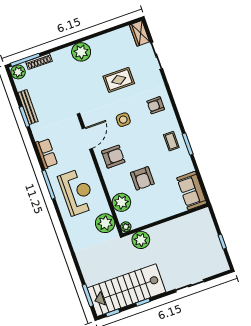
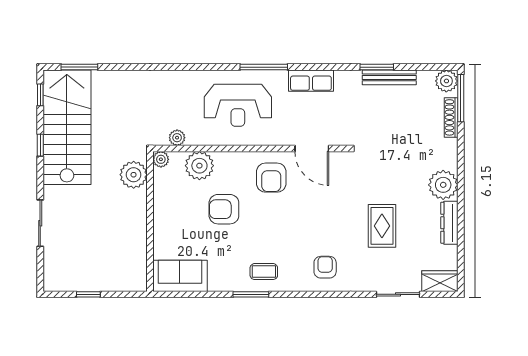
dresser: (103, 40) -> (449, 223), added
side table: (123, 120) -> (321, 212), removed
plant: (105, 223) -> (177, 138), width x0.53, depth x0.53

